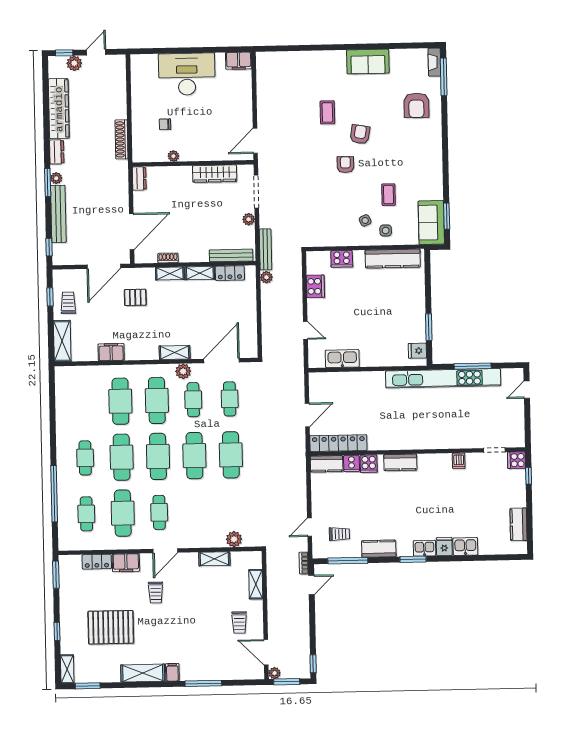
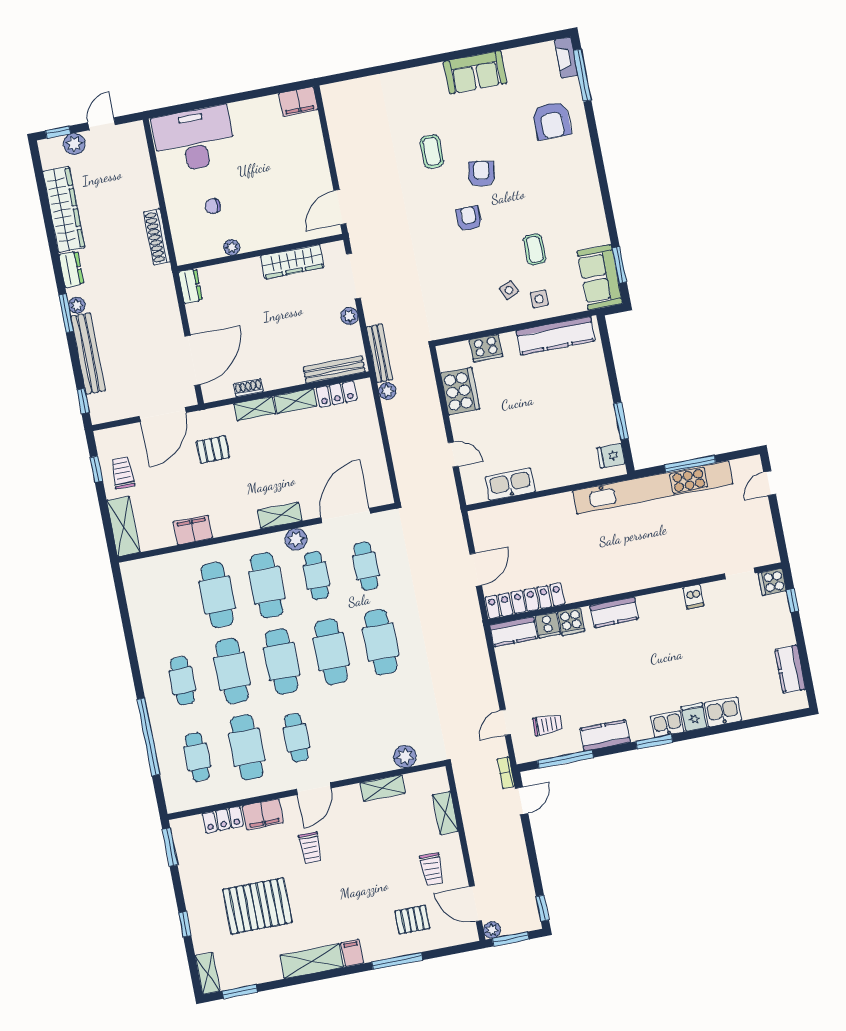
desk: (187, 74) -> (194, 139), moved
cooker: (315, 286) -> (460, 391), width x1.37, depth x1.31
pallet: (219, 656) -> (412, 920), added

